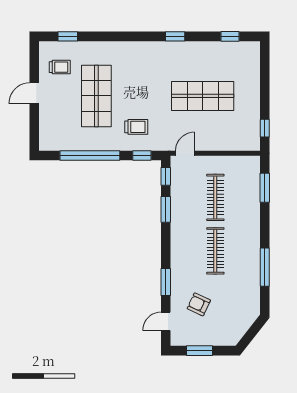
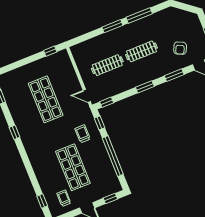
shop shelf: (96, 96) -> (73, 167), turned 90
window: (34, 129) -> (110, 199), added
window: (265, 188) -> (112, 26), moved
window: (166, 209) -> (145, 87), moved

